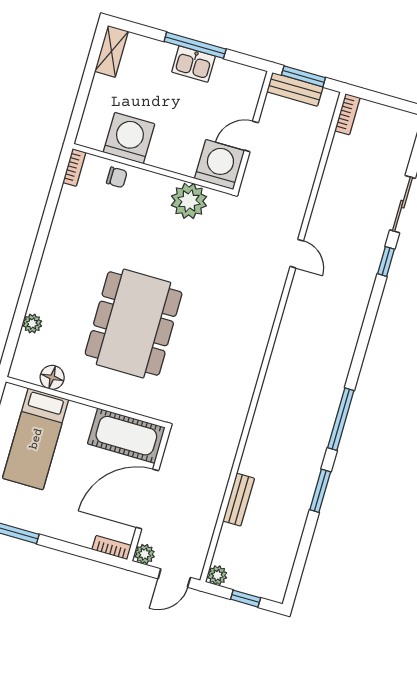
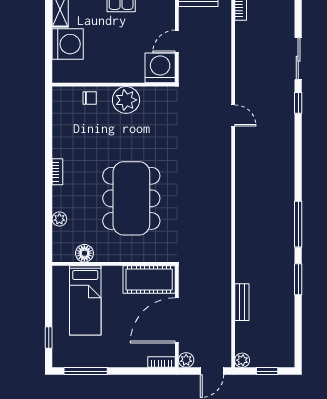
washing machine: (129, 138) -> (68, 44), moved, turned 90
bookcase: (74, 167) -> (57, 172), moved
plant: (189, 201) -> (126, 100), moved

